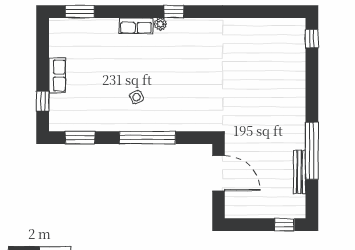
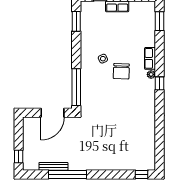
chair: (156, 69) -> (121, 71), added
window: (147, 138) -> (76, 87), moved

